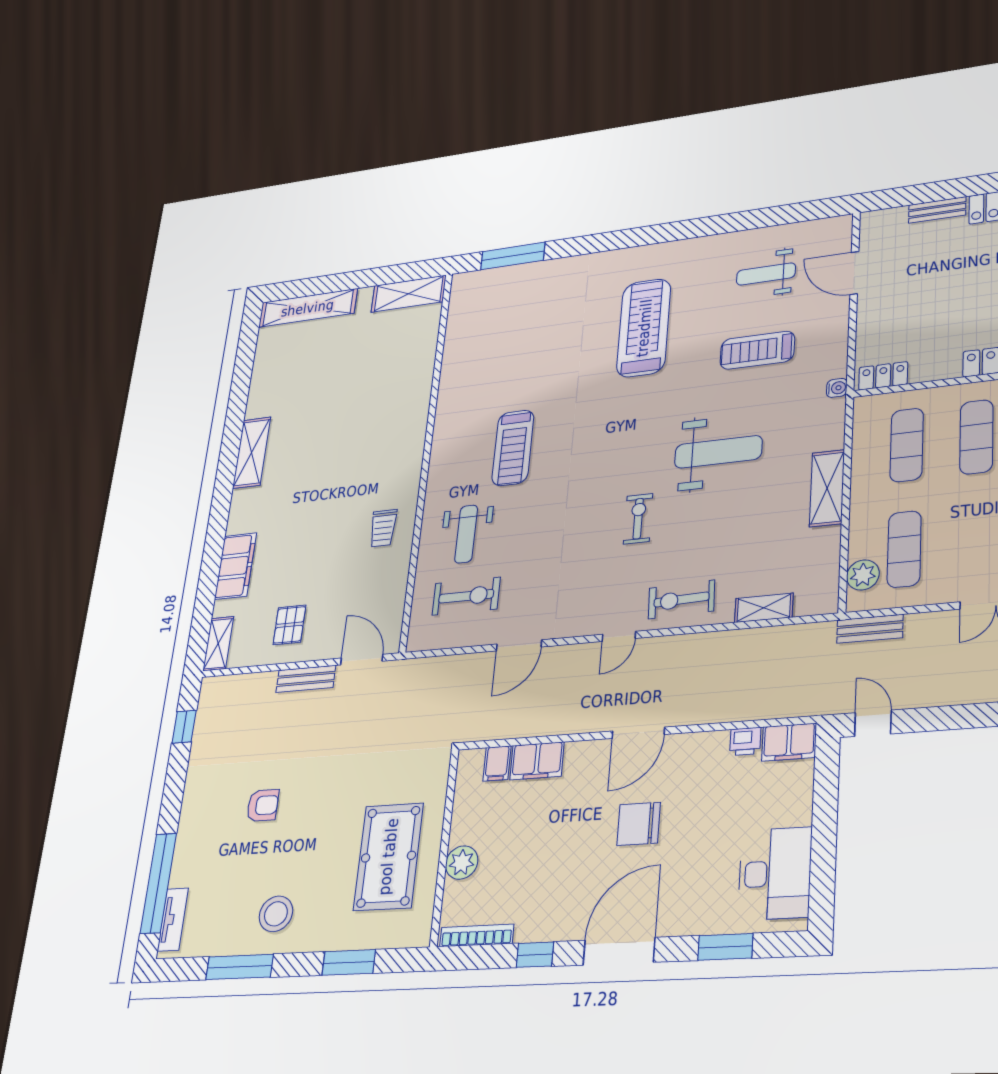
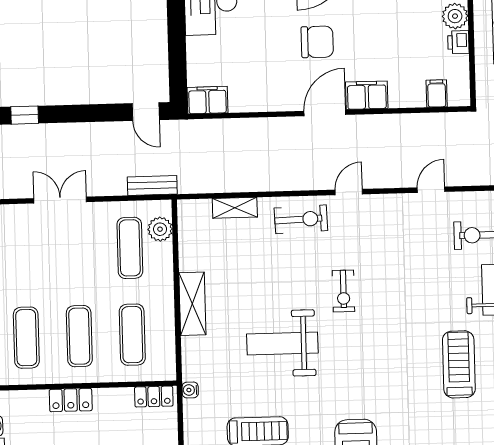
door: (519, 645) -> (431, 190), width x0.73
printer: (745, 741) -> (458, 42), moved, turned -90
filing cabinet: (537, 761) -> (367, 95), moved

